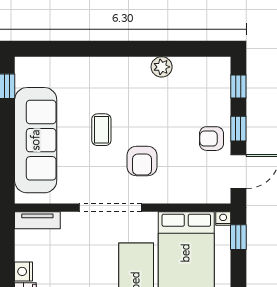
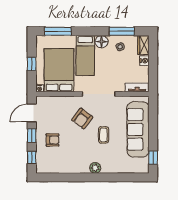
plant: (162, 67) -> (95, 168), moved
armchair: (211, 139) -> (52, 140), moved
armchair: (142, 161) -> (82, 118), turned -143
window: (238, 237) -> (32, 64), moved

